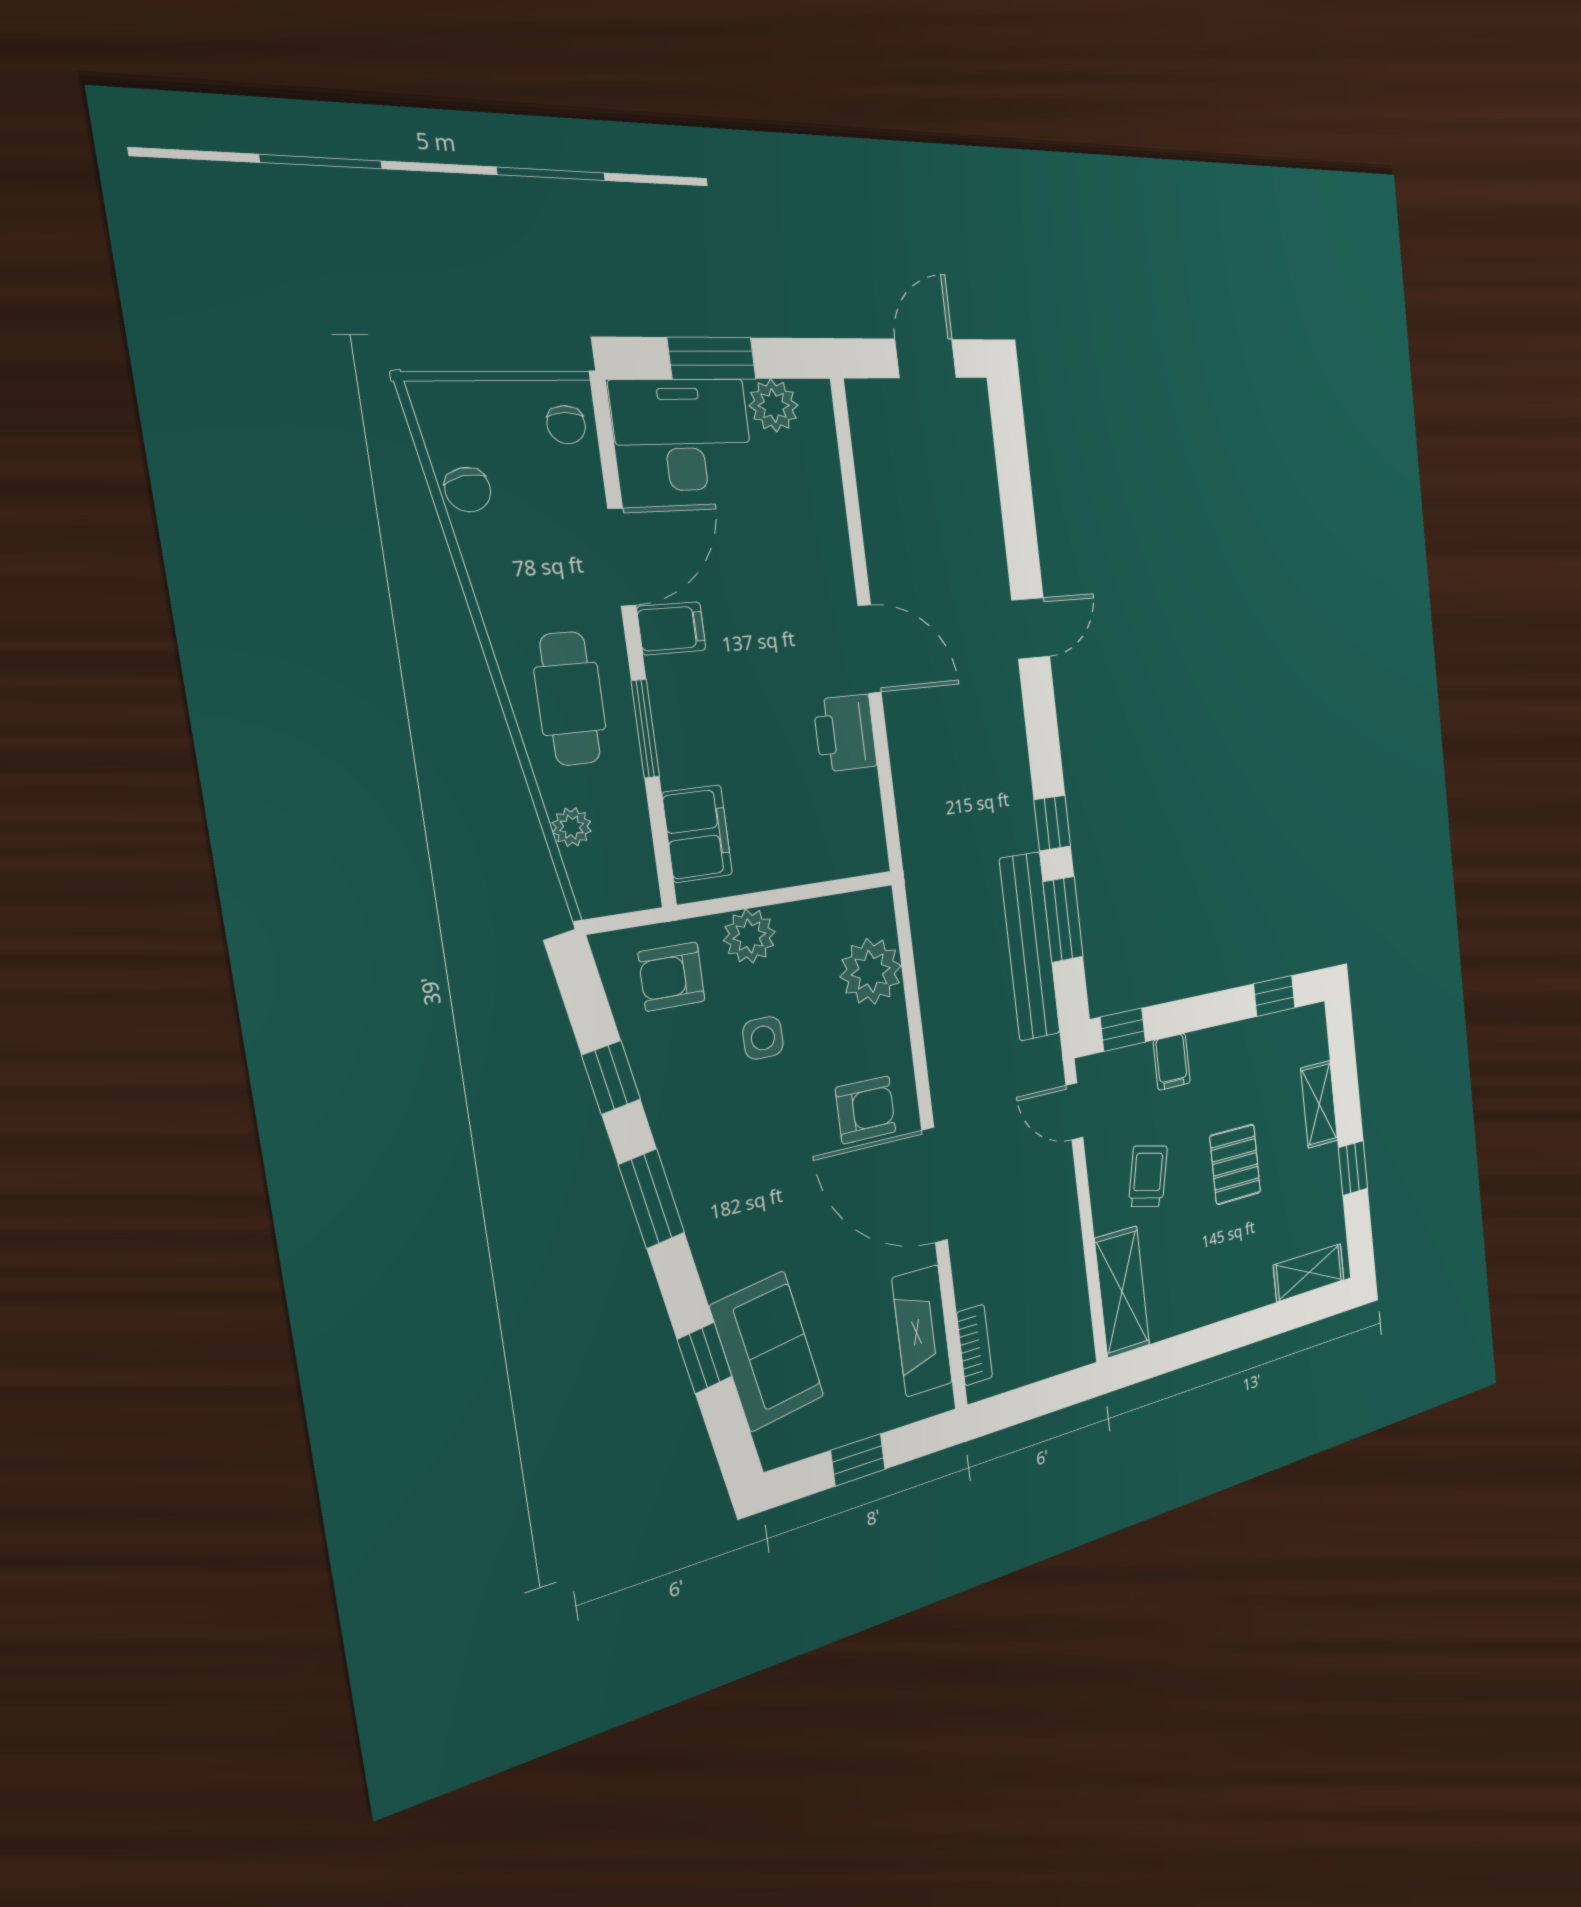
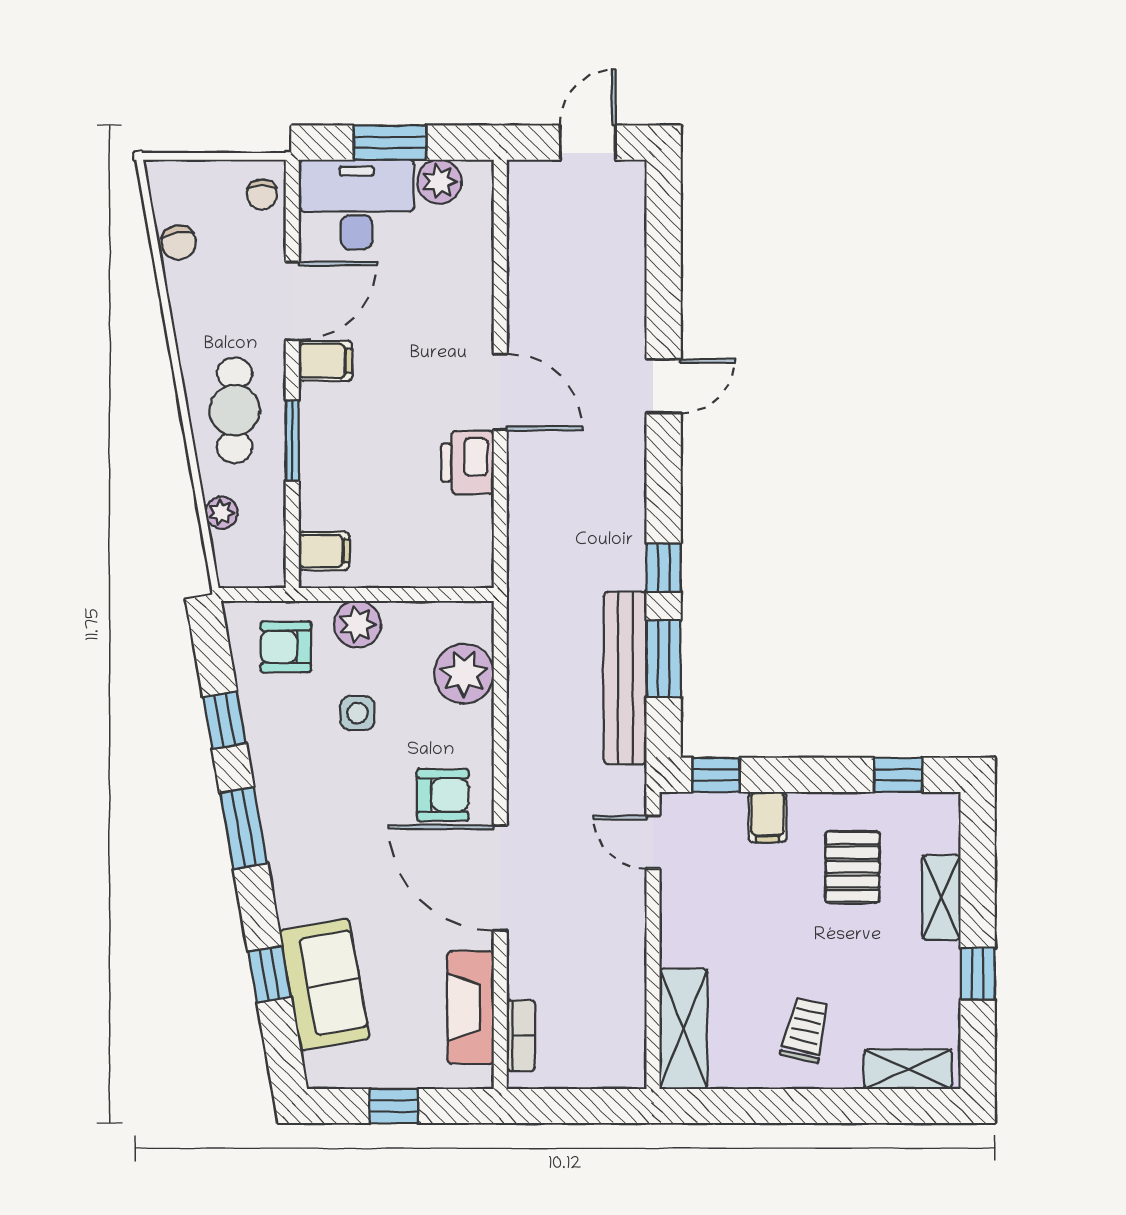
filing cabinet: (697, 834) -> (324, 551), width x0.50
pallet: (1235, 1164) -> (852, 867), moved
trolley: (1148, 1176) -> (805, 1030), moved

